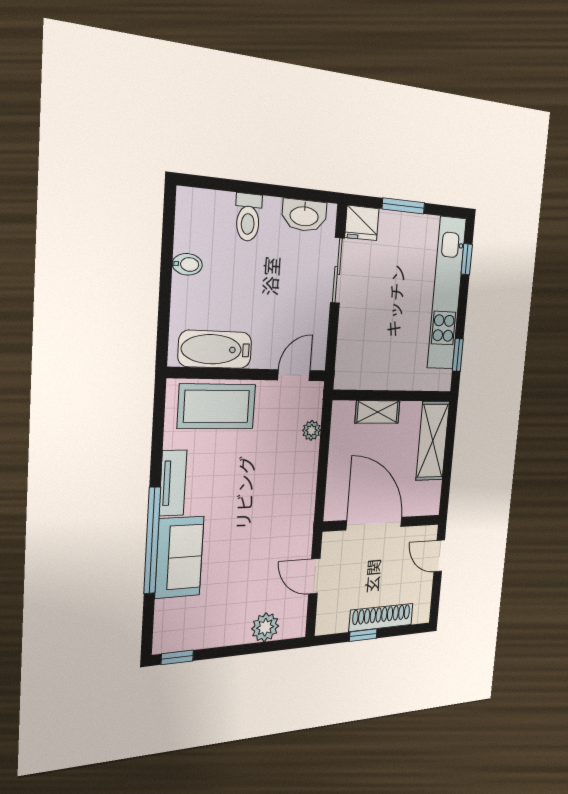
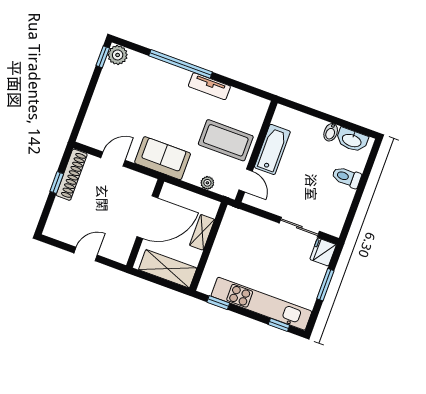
washbasin: (304, 215) -> (352, 140), moved, turned -90
bathtub: (215, 349) -> (272, 149), moved
coffee table: (217, 406) -> (226, 140), moved, turned 90
wall: (383, 523) -> (145, 223), moved
door: (374, 524) -> (147, 217), moved
sofa: (179, 557) -> (163, 158), moved, turned 180
shoe rack: (381, 617) -> (72, 175), moved
plant: (265, 627) -> (118, 55), moved

